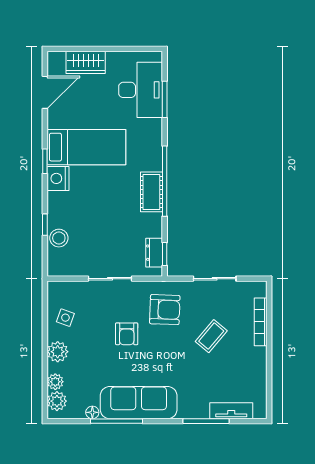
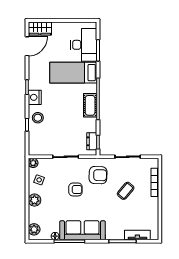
wardrobe: (86, 62) -> (40, 29), moved
bed: (86, 147) -> (73, 73), moved, turned 180
stool: (59, 238) -> (38, 118), moved
armchair: (127, 334) -> (75, 189), turned -90
plant: (55, 382) -> (33, 163), moved

